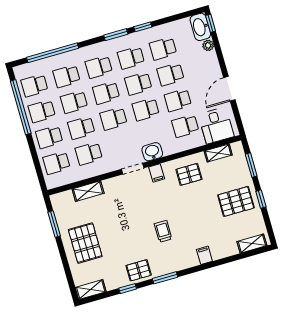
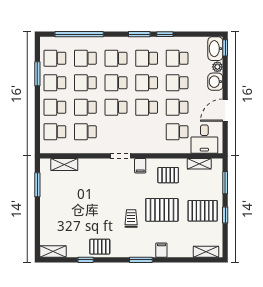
window: (21, 107) -> (37, 74), width x0.47
washbasin: (152, 152) -> (215, 82), moved, turned -90
shelving: (88, 191) -> (64, 164), moved
pallet: (85, 243) -> (162, 210), moved, turned 90
window: (165, 278) -> (141, 260), moved

